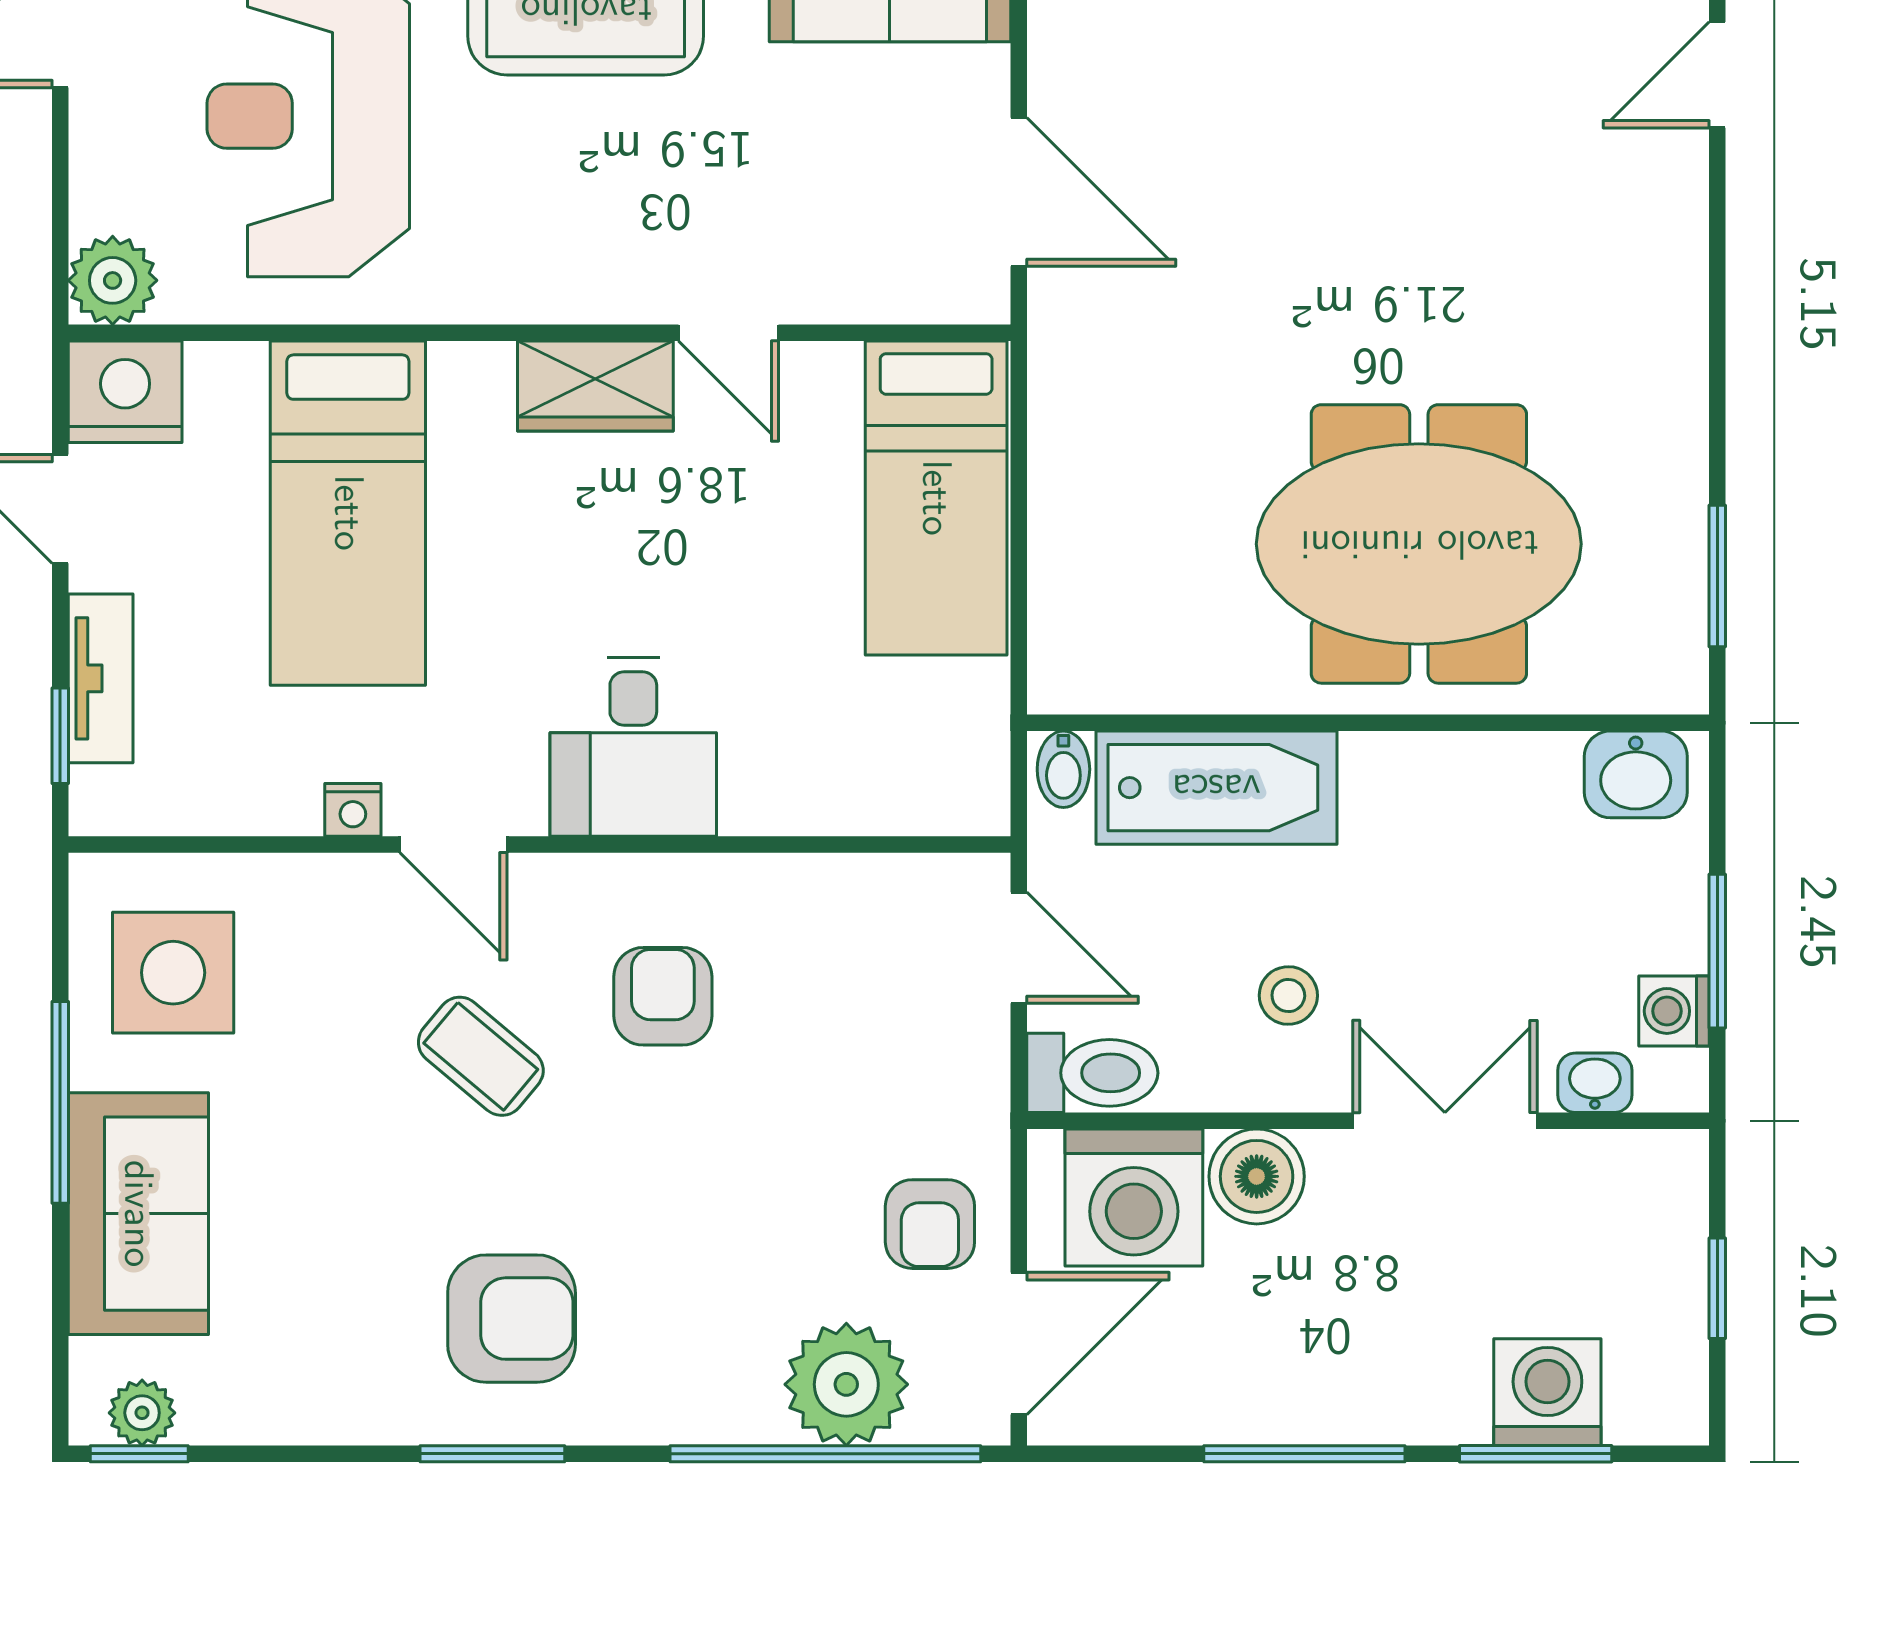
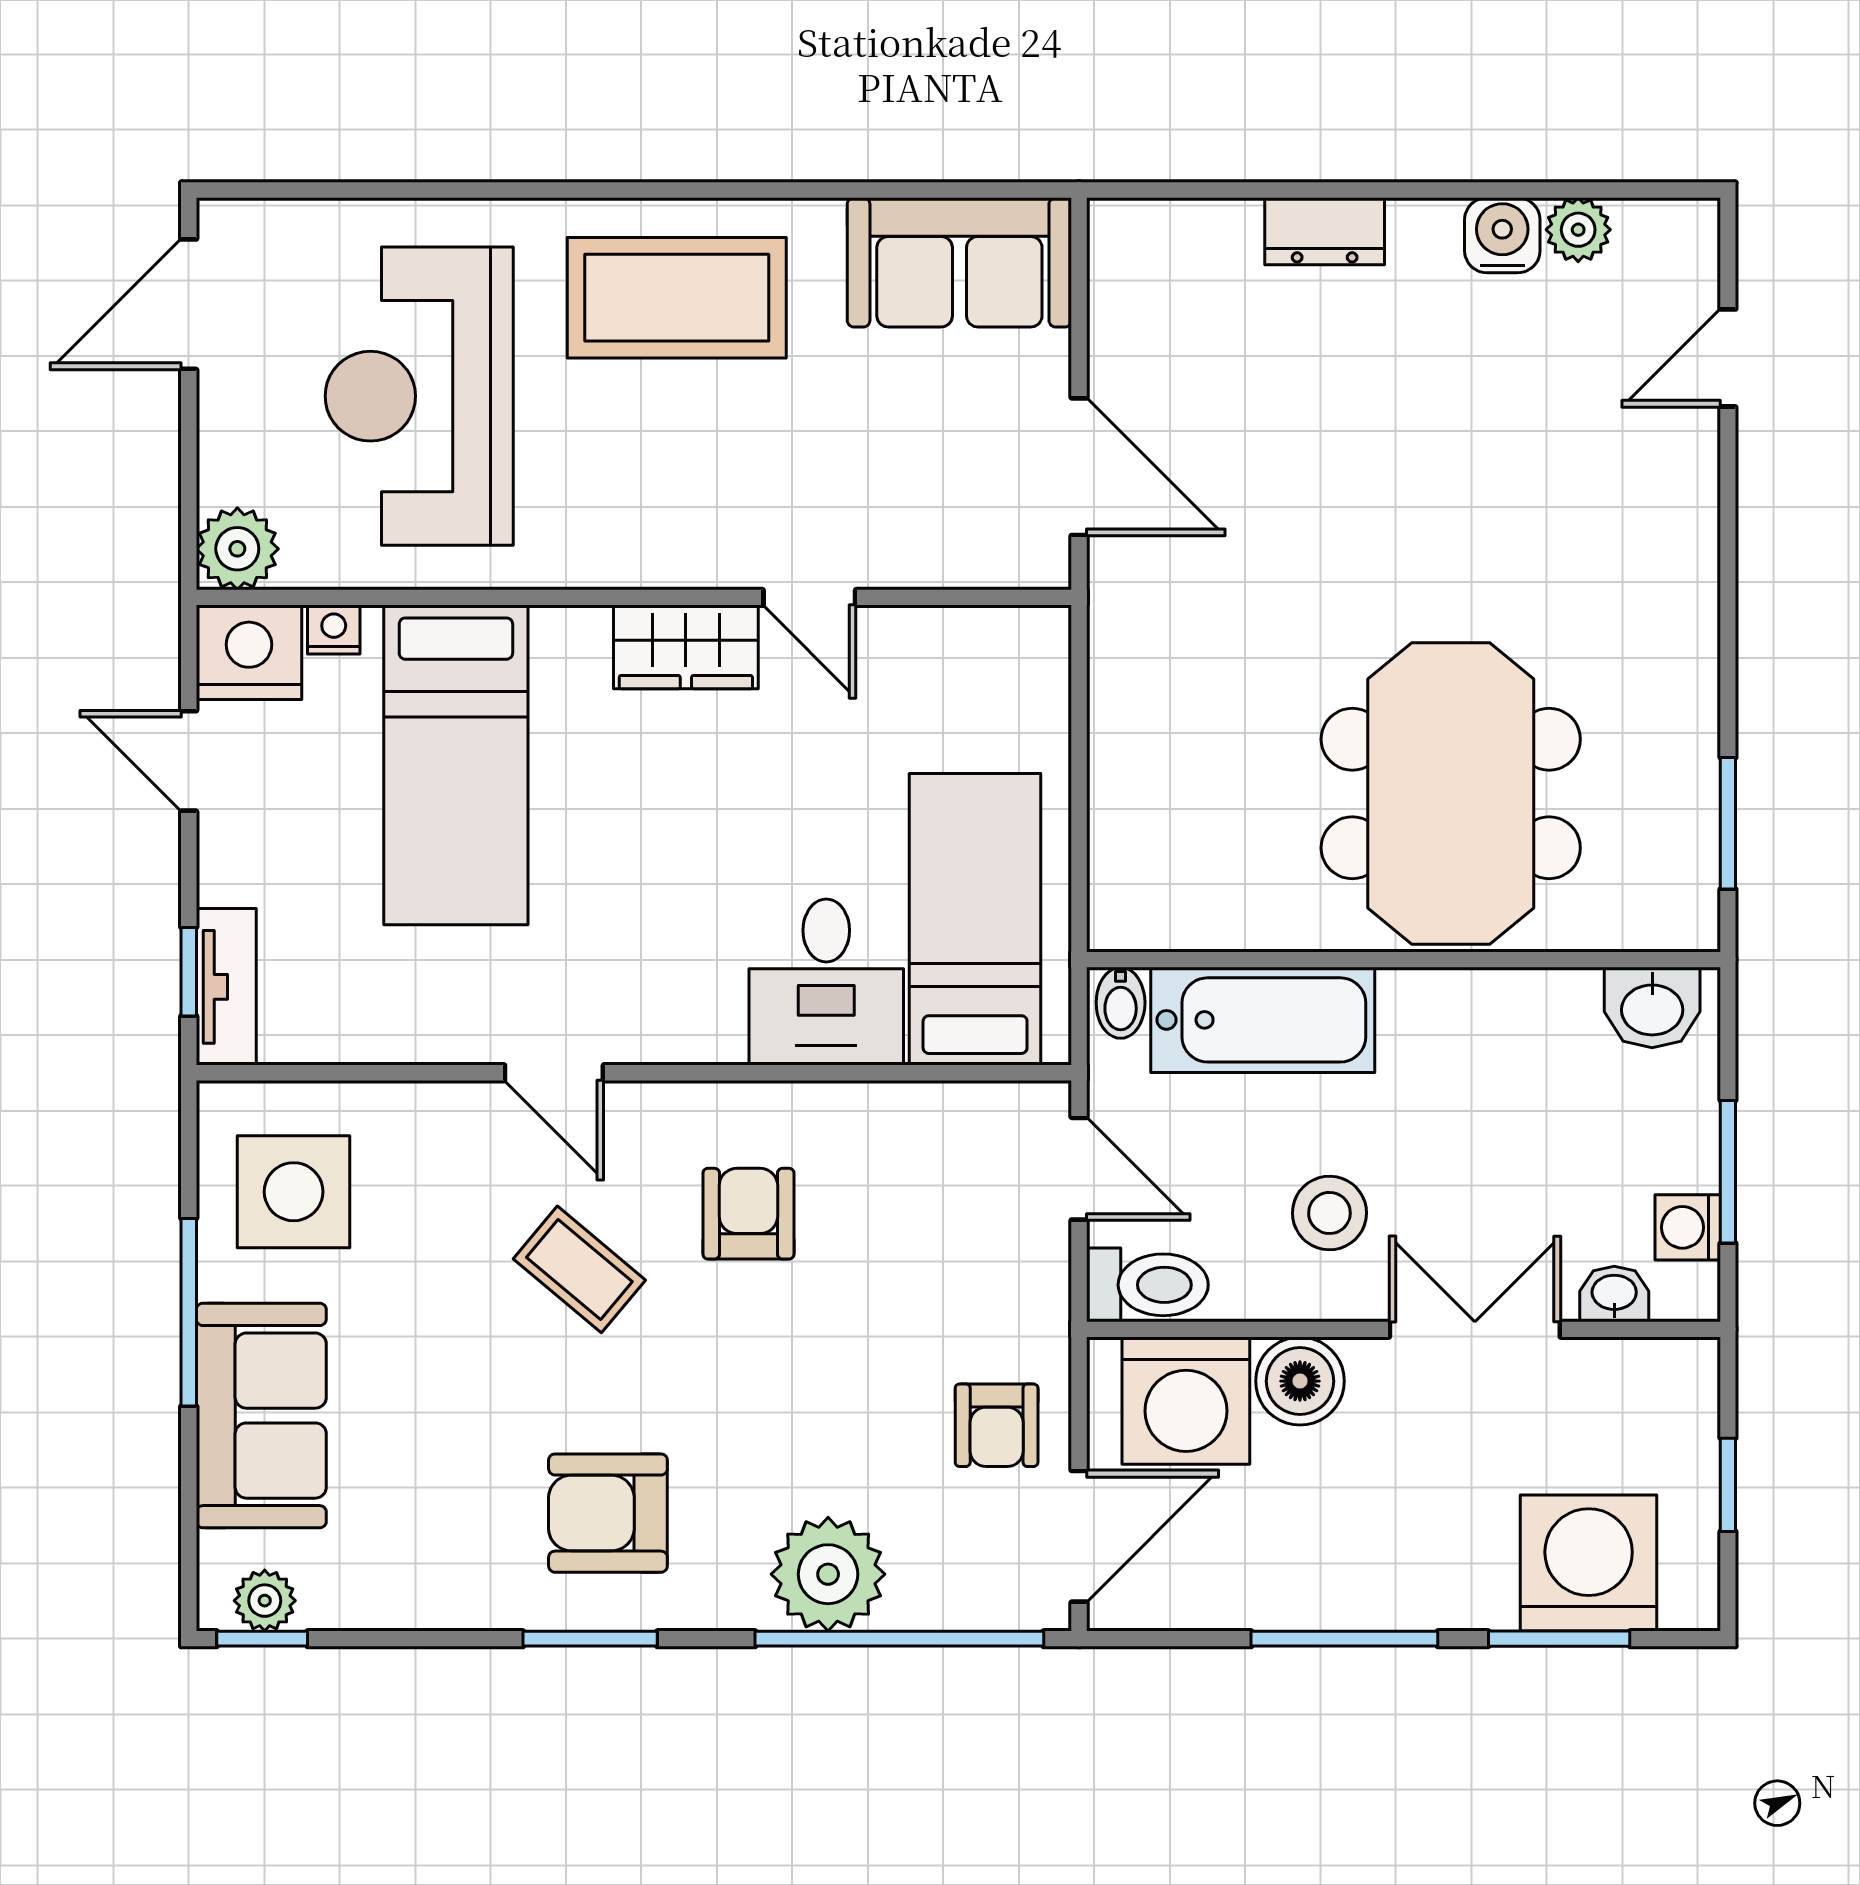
bed: (936, 498) -> (975, 919), moved, turned 180
meeting table: (1419, 544) -> (1451, 794), turned 90
tv unit: (101, 678) -> (226, 987), moved
desk: (633, 747) -> (826, 982), moved
nightstand: (353, 810) -> (334, 630), moved, turned 180
stool: (1288, 995) -> (1329, 1213), width x1.37, depth x1.37
armchair: (512, 1319) -> (608, 1513), turned 180
plant: (846, 1384) -> (828, 1574), moved
washing machine: (1547, 1392) -> (1589, 1563), width x1.37, depth x1.37

